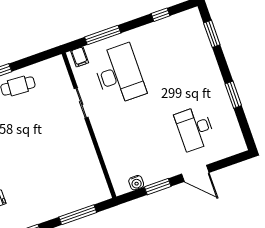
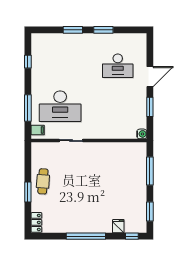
window: (212, 34) -> (73, 30), moved
desk: (119, 74) -> (60, 106), turned 180
water cooler: (136, 183) -> (142, 134), moved

